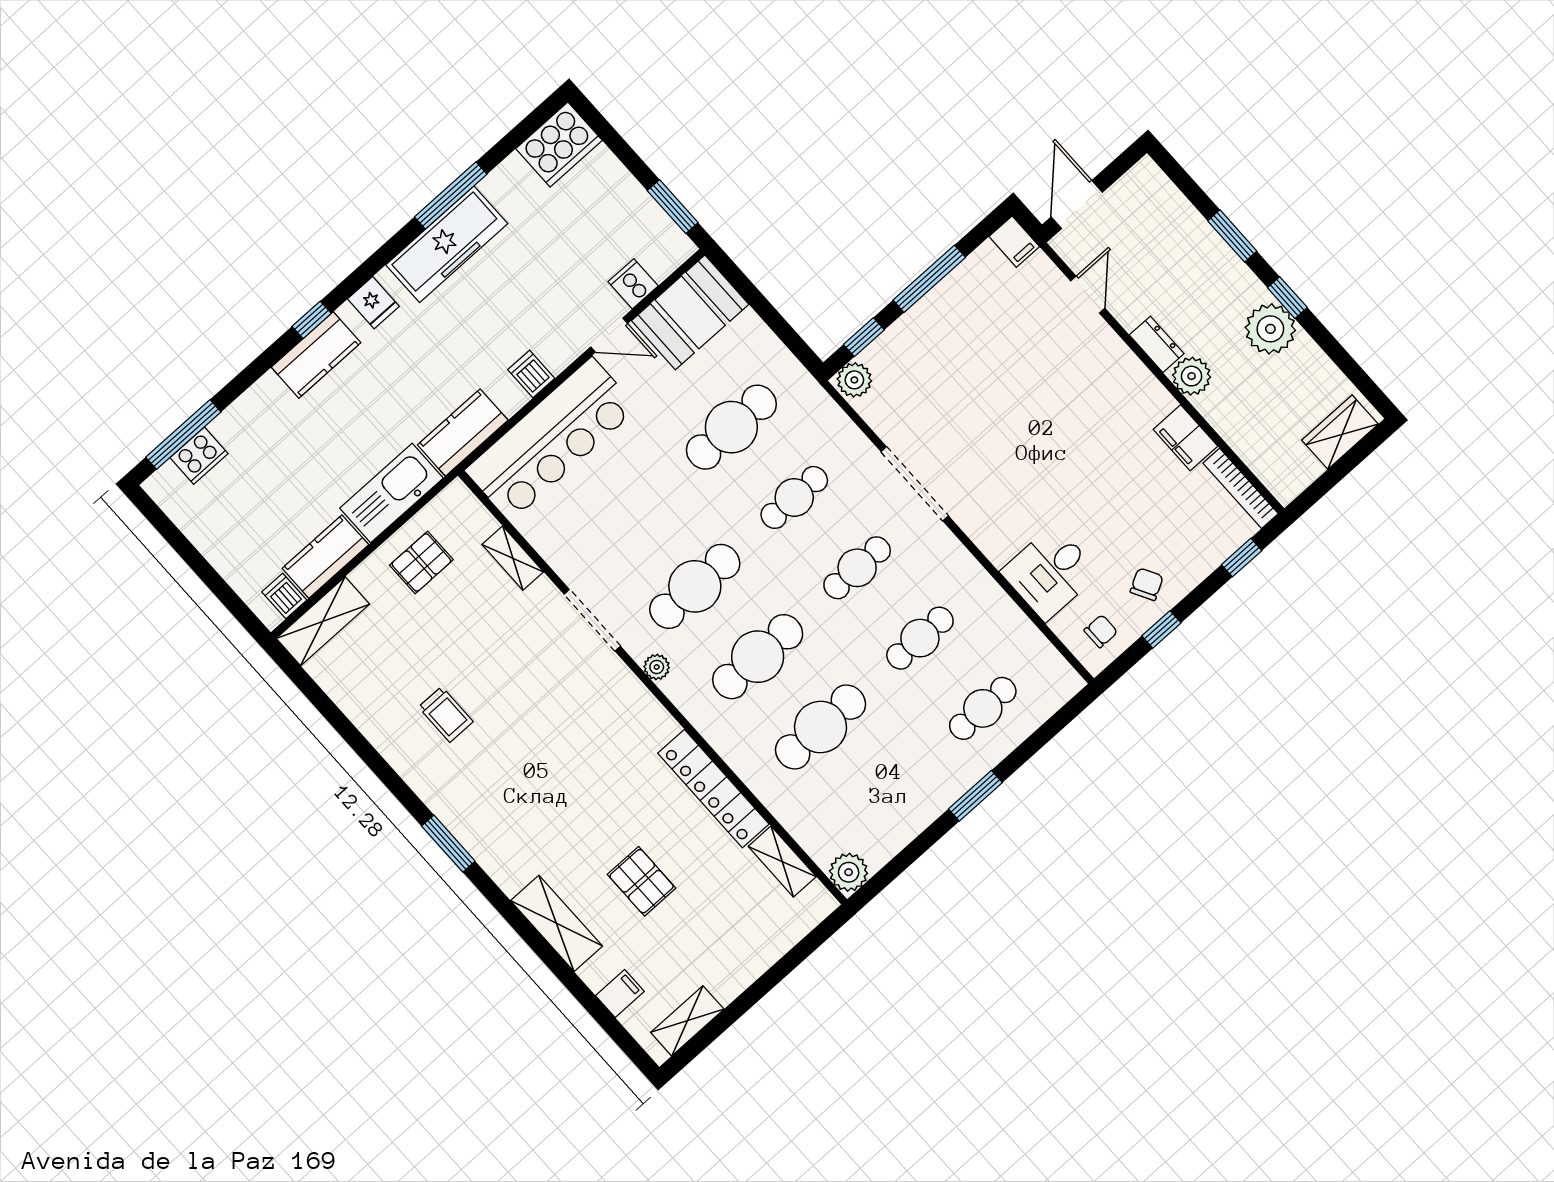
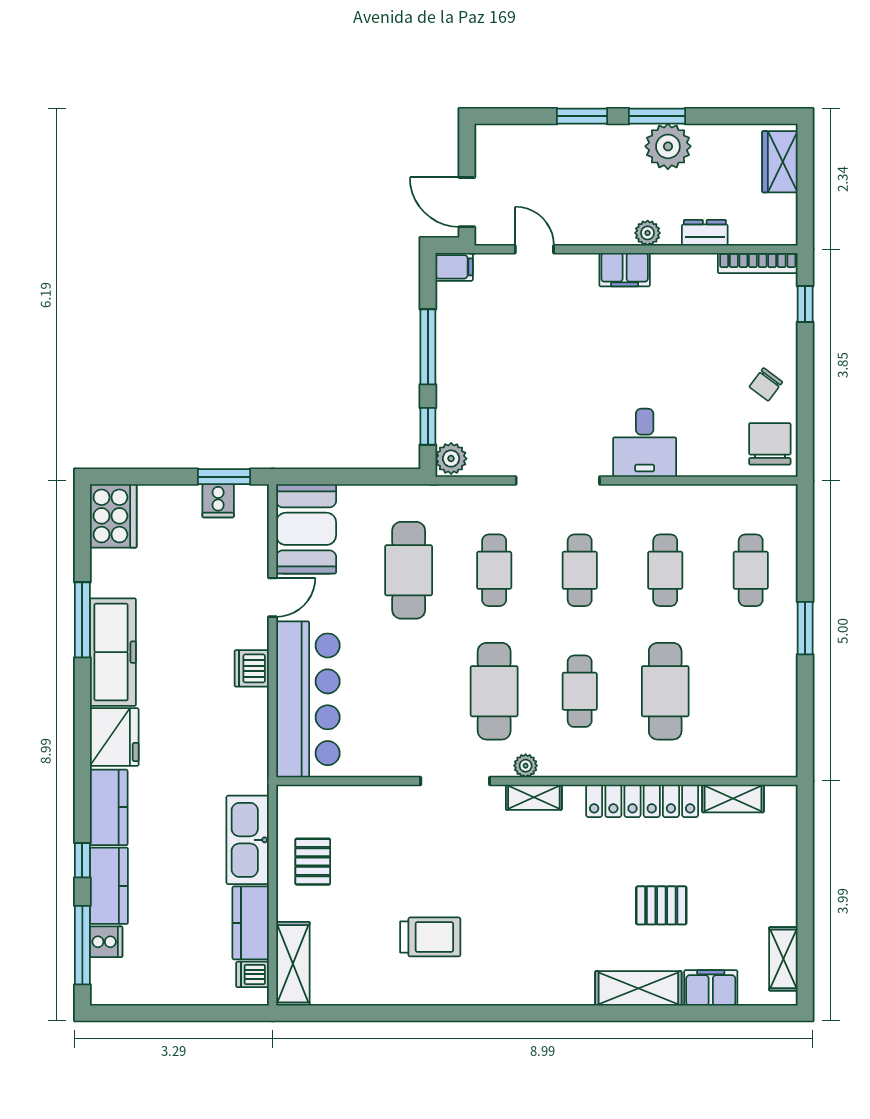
cooker: (633, 284) -> (218, 501), moved, turned -90
window: (1287, 298) -> (657, 116), width x1.50
fridge: (373, 303) -> (114, 737), width x1.88, depth x1.34
window: (312, 320) -> (82, 860), moved
dresser: (1157, 344) -> (705, 233), moved
dishwasher: (531, 374) -> (252, 668), width x1.38
plant: (1192, 376) -> (648, 233), width x0.73, depth x0.73
kitchen counter: (463, 433) -> (109, 886), moved, turned 180
filing cabinet: (1185, 438) -> (625, 270), moved
cooker: (199, 456) -> (106, 942), width x0.73
shelving: (513, 558) -> (534, 797), moved
desk: (1050, 573) -> (645, 443), moved
chair: (1147, 584) -> (766, 384), turned -114
window: (1161, 629) -> (805, 402), removed
chair: (1101, 631) -> (770, 444), width x1.87, depth x1.87
cafe table: (758, 657) -> (580, 691), width x0.73, depth x0.74
trolley: (446, 714) -> (430, 937), width x1.36, depth x1.39
window: (448, 843) -> (519, 1013), removed
plant: (849, 872) -> (780, 760), removed
filing cabinet: (620, 993) -> (711, 988), width x2.00

